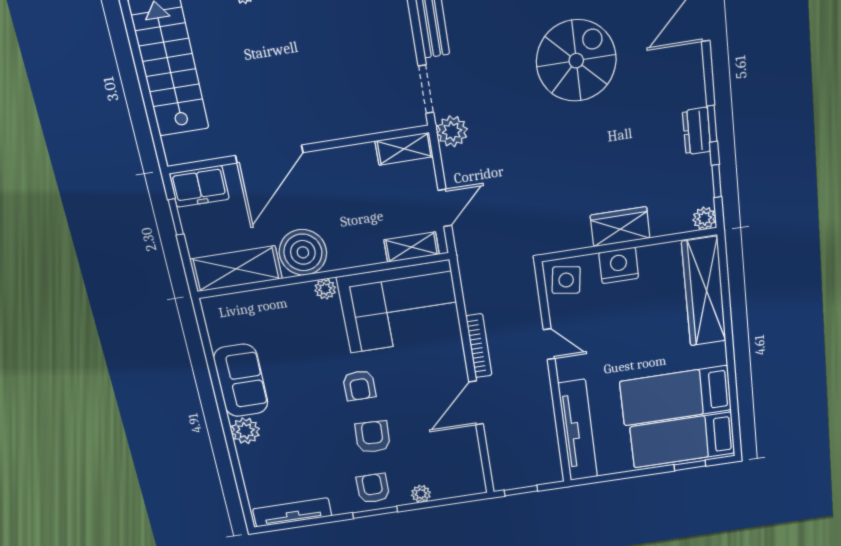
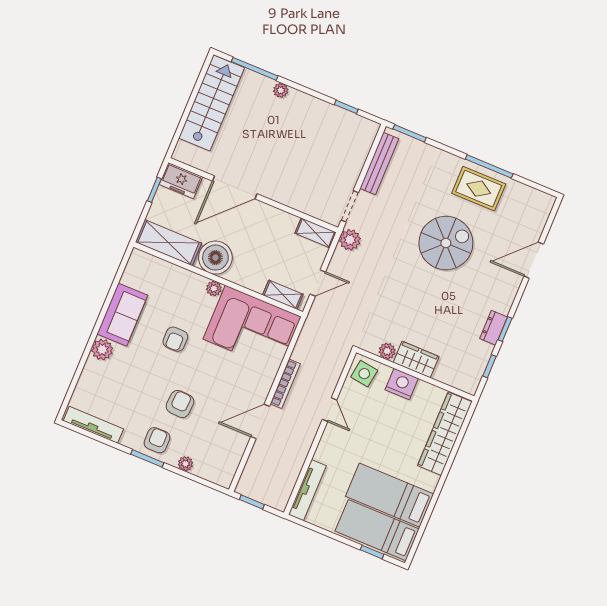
plant: (704, 218) -> (387, 351), moved
armchair: (359, 385) -> (175, 339), moved
tv unit: (578, 430) -> (307, 490), width x0.73, depth x0.78

